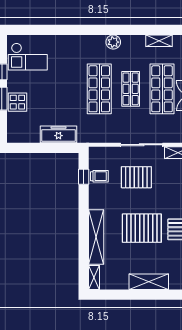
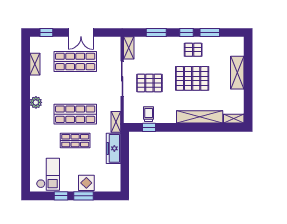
shop shelf: (131, 89) -> (75, 141), moved
shelving: (90, 137) -> (116, 122), added
pallet: (136, 177) -> (149, 83), turned 90
pallet: (142, 228) -> (192, 78), turned 90

